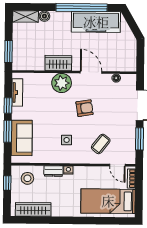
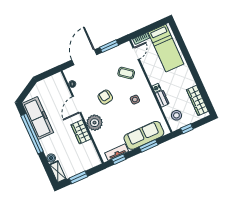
window: (9, 51) -> (78, 177), moved
window: (8, 105) -> (119, 159), moved
sofa: (22, 138) -> (144, 135), width x1.36

